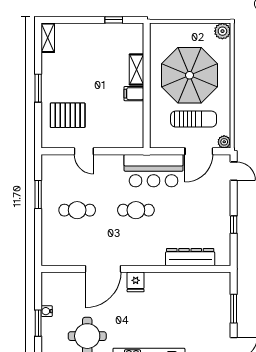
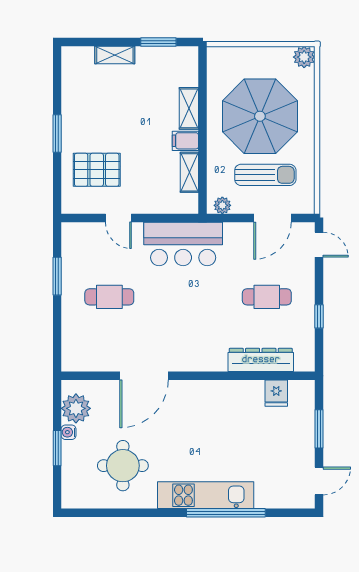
window: (114, 20) -> (158, 42), width x1.50
shelving: (48, 38) -> (115, 55), moved, turned 90
shelving: (137, 117) -> (189, 172), added
plant: (224, 142) -> (222, 205), moved
bar counter: (154, 171) -> (183, 244), moved
cafe table: (136, 210) -> (267, 297), moved
fridge: (136, 282) -> (276, 393), moved
plant: (52, 293) -> (76, 408), added

